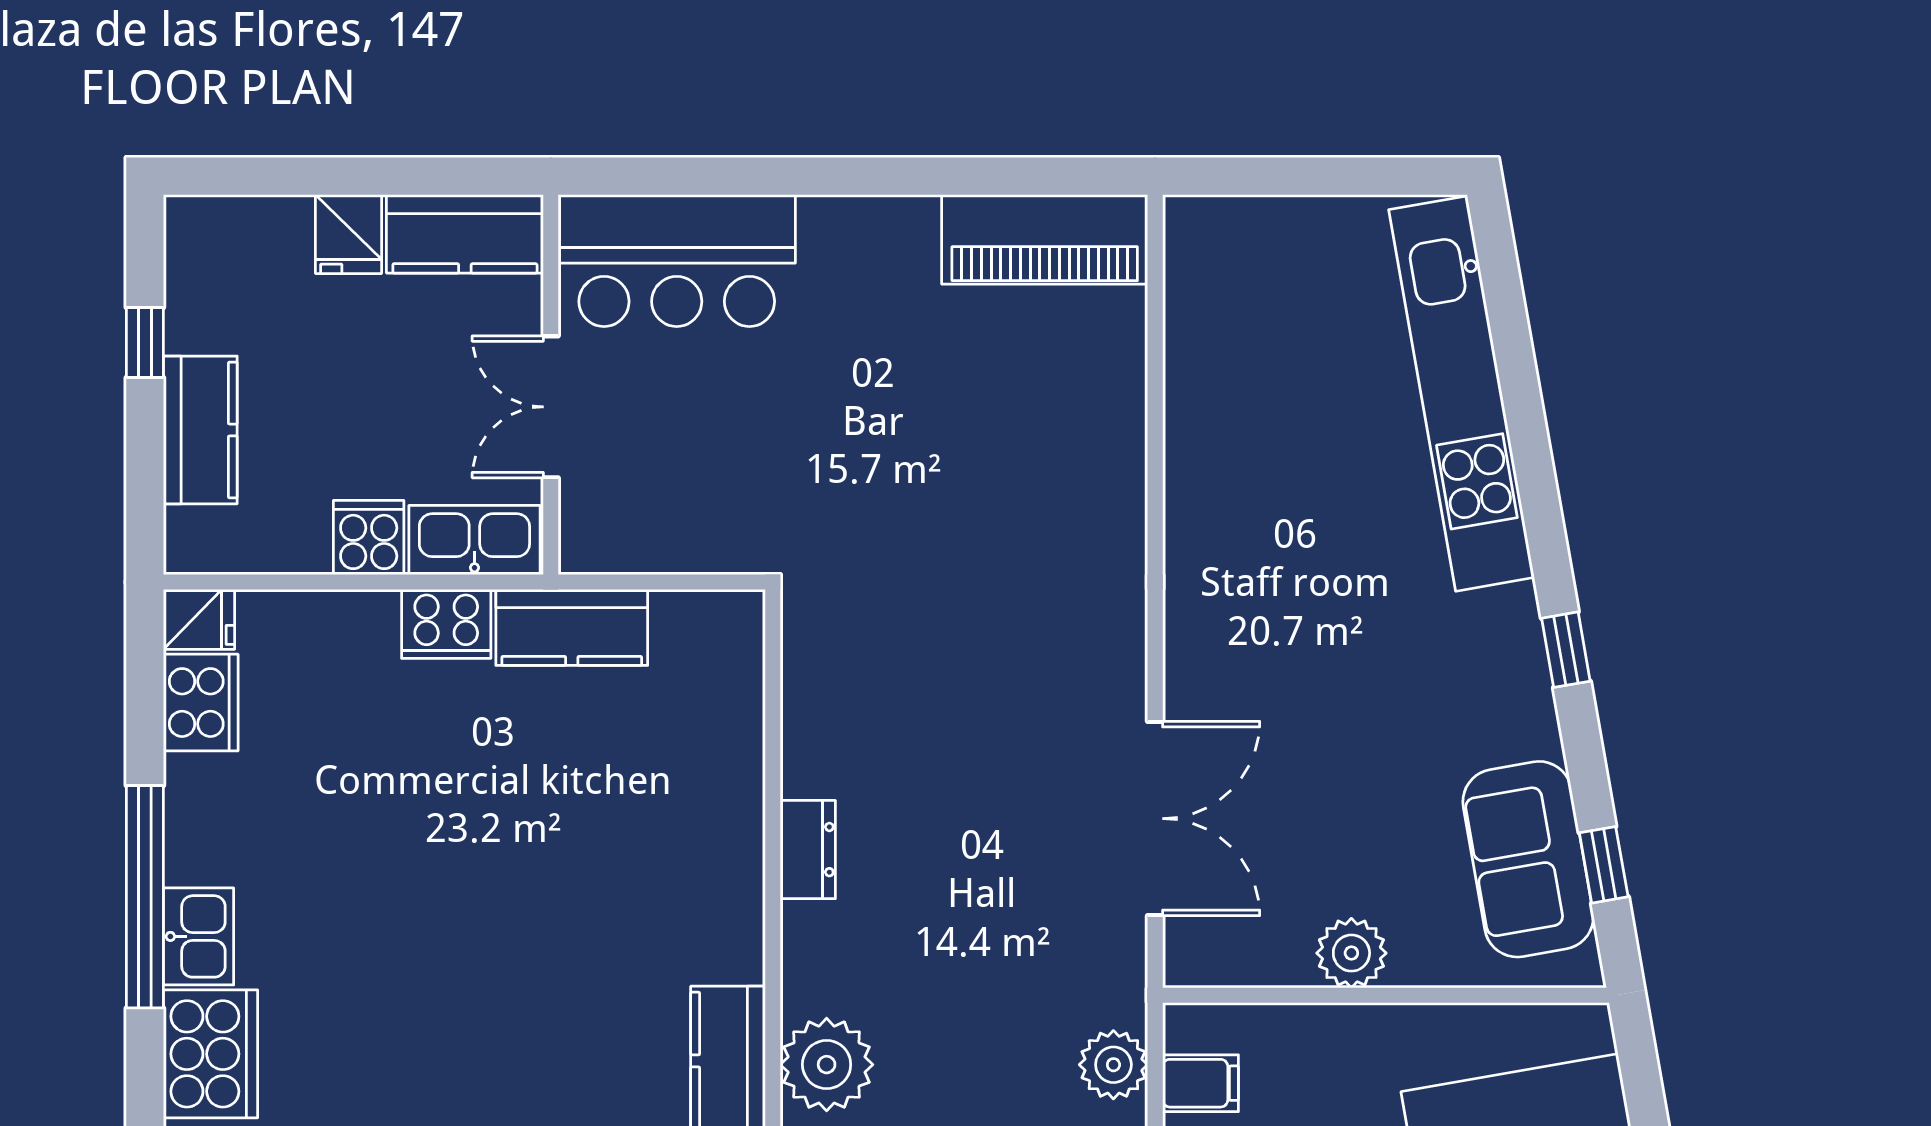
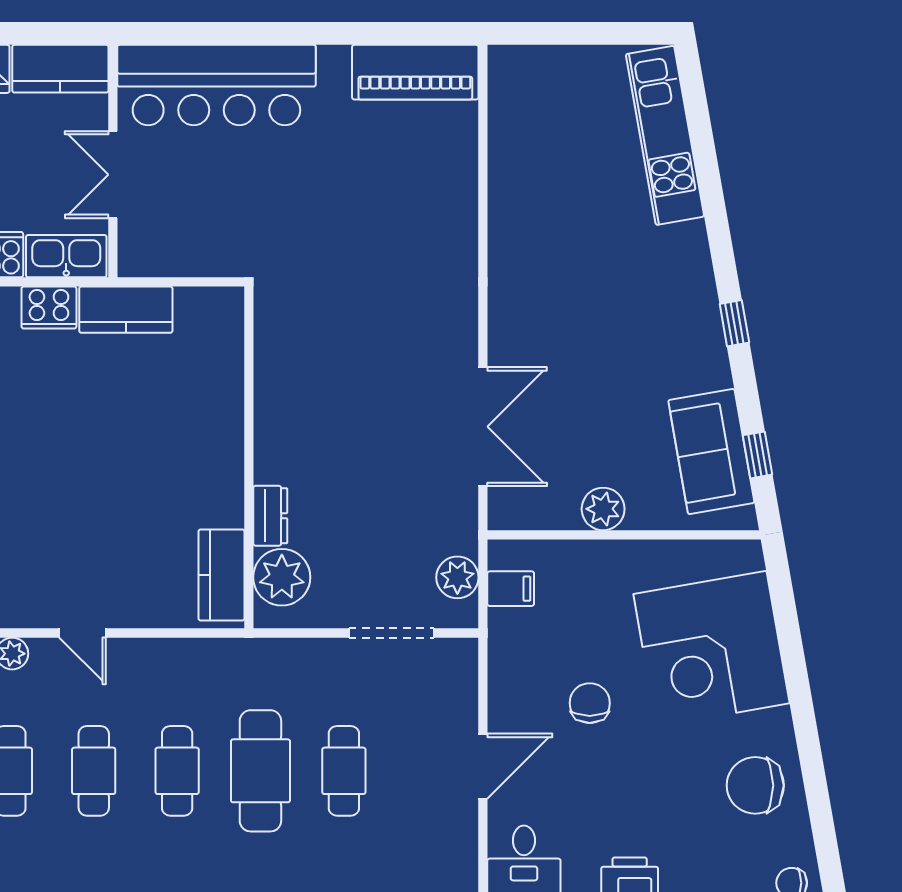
bar counter: (677, 261) -> (216, 85), width x1.36
kitchen unit: (1461, 394) -> (665, 135), width x0.73
dresser: (808, 850) -> (270, 516), moved

